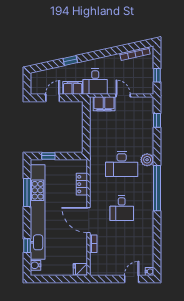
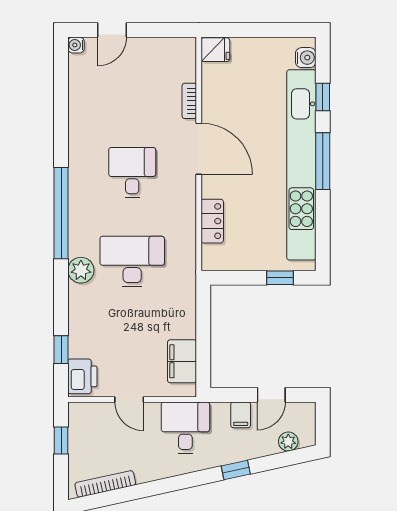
plant: (44, 75) -> (288, 442), added
filing cabinet: (73, 88) -> (241, 415), width x0.50
filing cabinet: (104, 104) -> (182, 361), moved, turned -90
printer: (146, 107) -> (82, 376), added
window: (27, 193) -> (323, 161), moved

